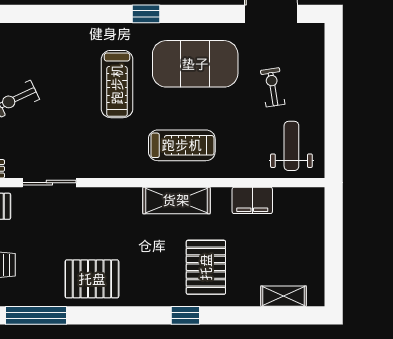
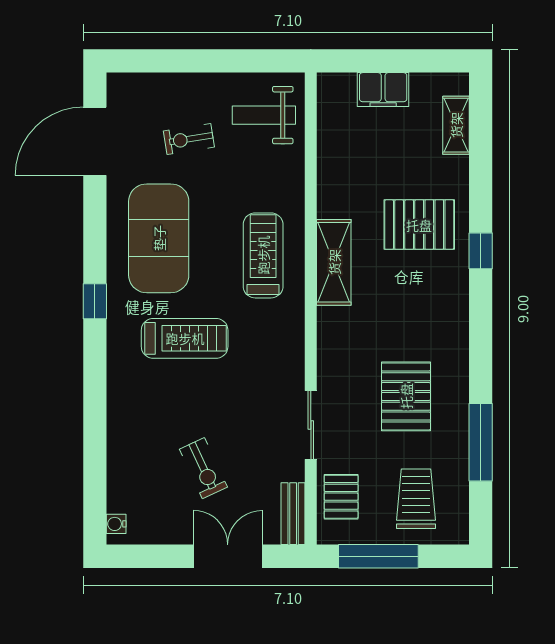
filing cabinet: (252, 200) -> (383, 90), moved, turned 90
pallet: (92, 279) -> (406, 396), moved

